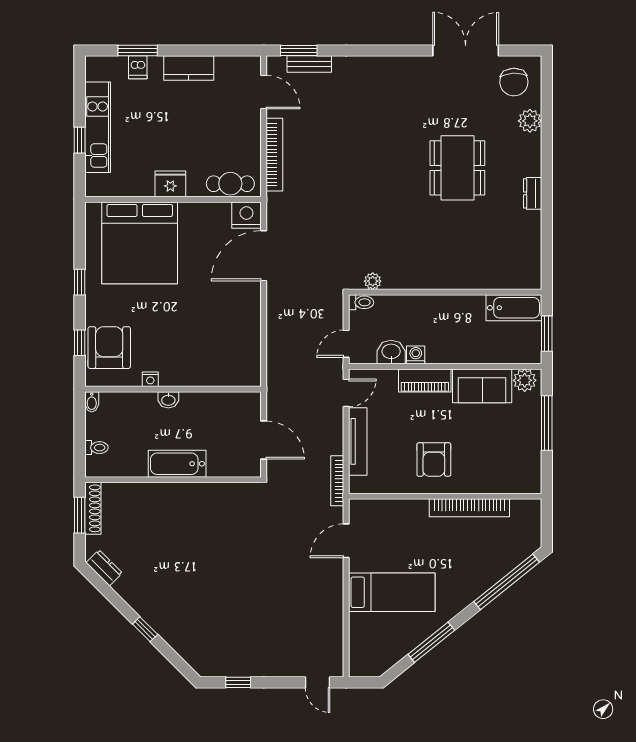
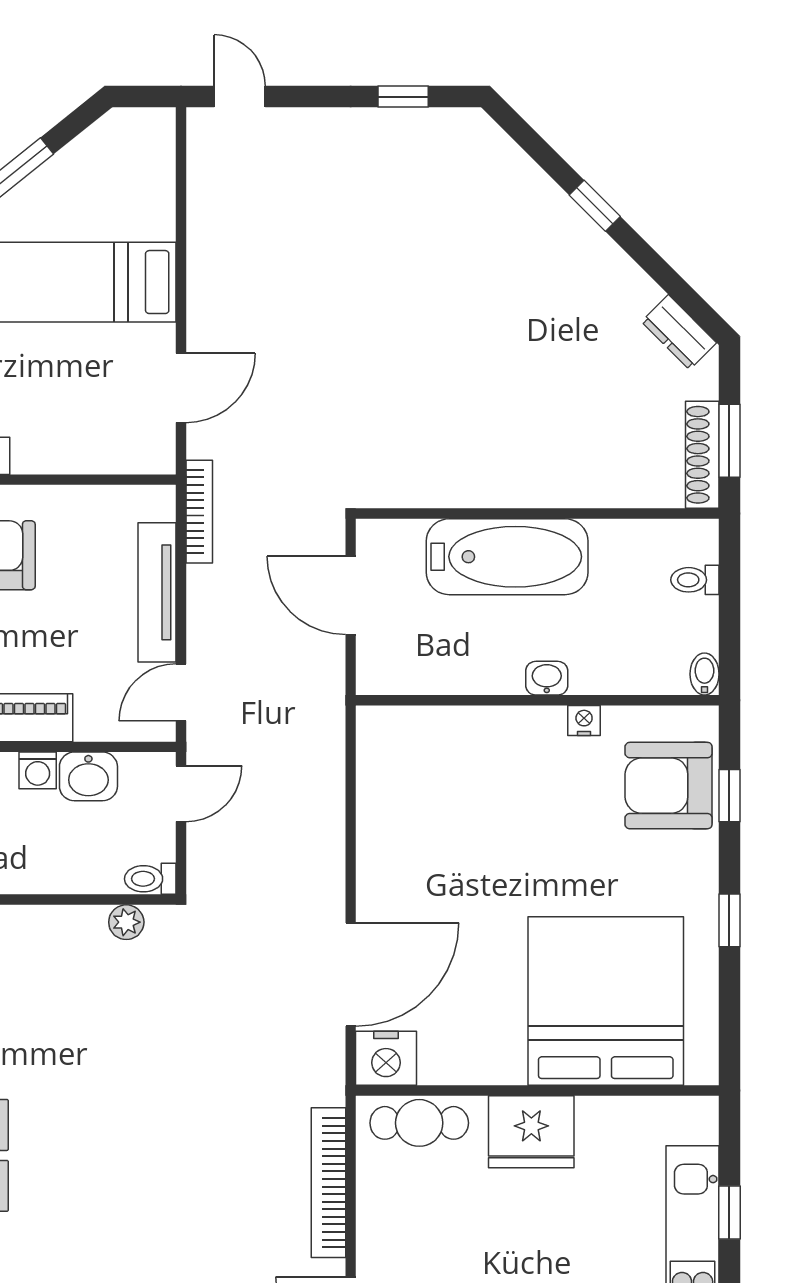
fridge: (170, 184) -> (531, 1132), width x1.36, depth x1.34
armchair: (109, 348) -> (669, 786), turned 90
bathtub: (177, 464) -> (507, 557), width x1.36, depth x1.36

